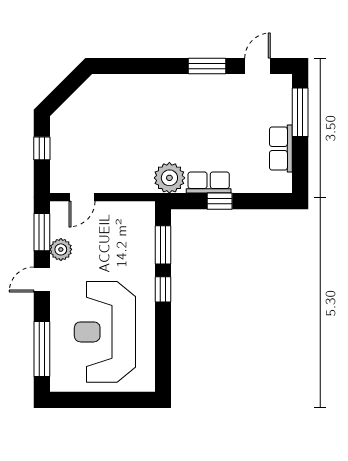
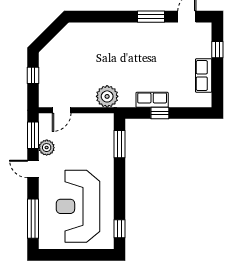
window: (300, 112) -> (217, 50), width x0.46
plant: (169, 178) -> (107, 96), moved
door: (42, 279) -> (33, 169), hinge flipped
window: (163, 289) -> (120, 229), moved

